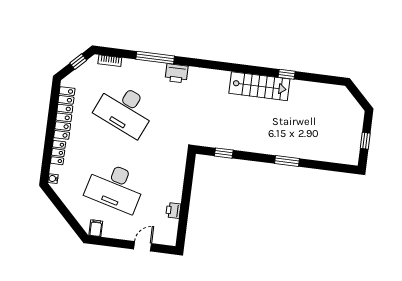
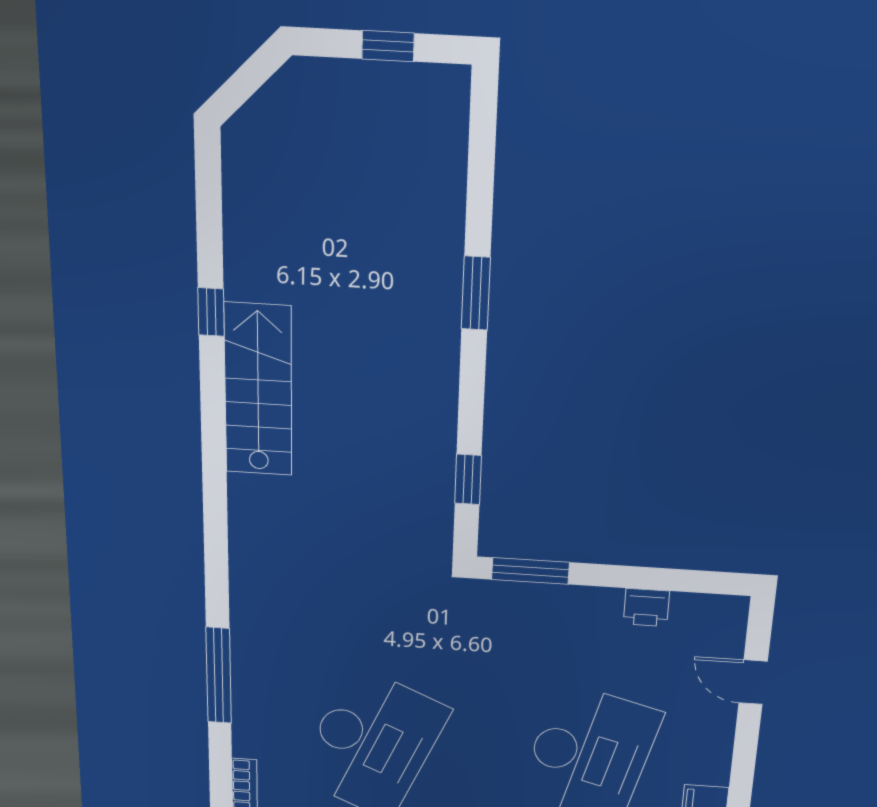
printer: (177, 73) -> (254, 619), removed
window: (189, 172) -> (530, 571), added

